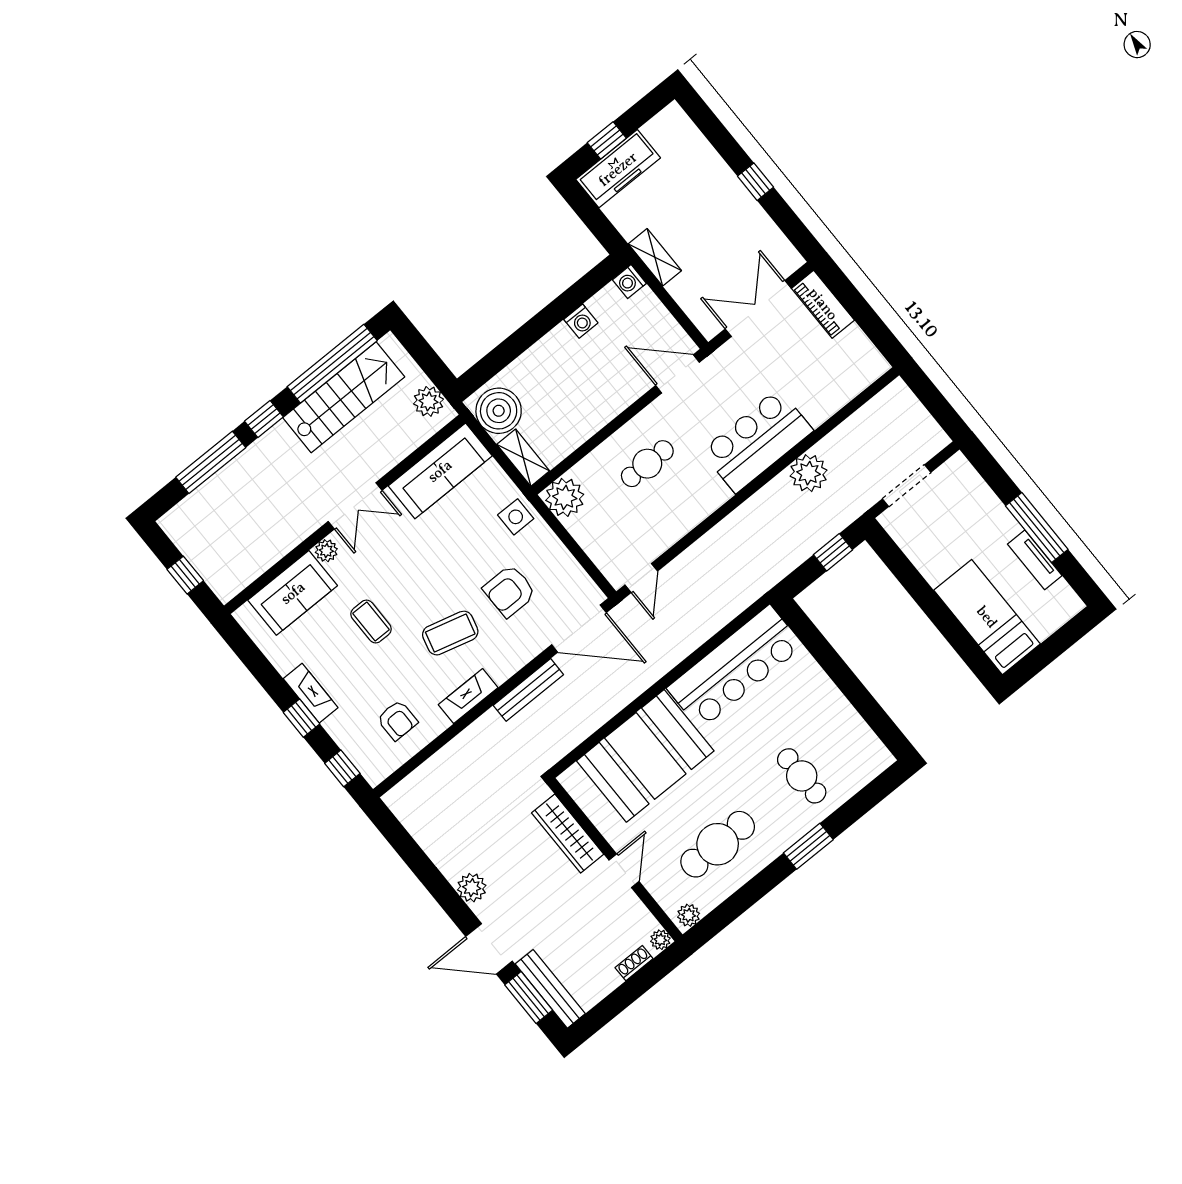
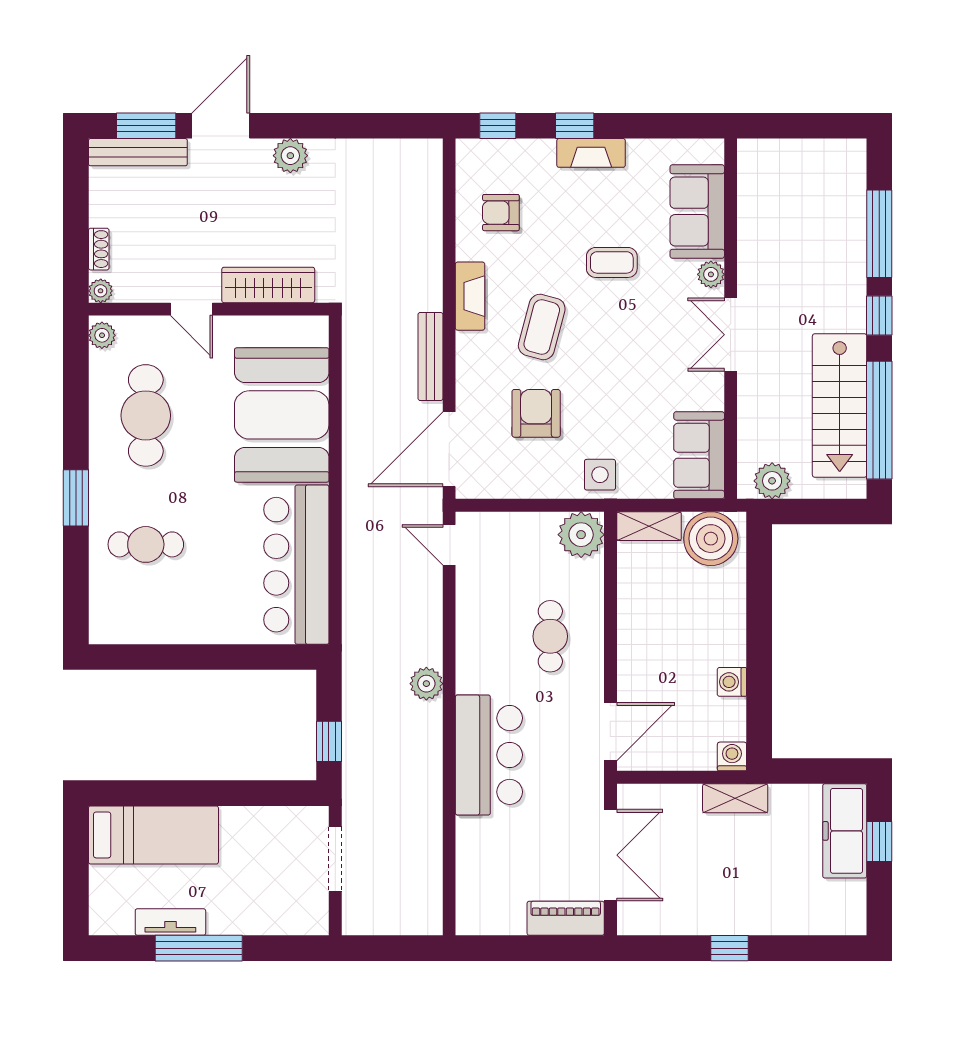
sofa: (440, 471) -> (699, 455), width x0.73
plant: (809, 473) -> (426, 684), moved, width x0.73, depth x0.73
window: (185, 575) -> (794, 126), removed

